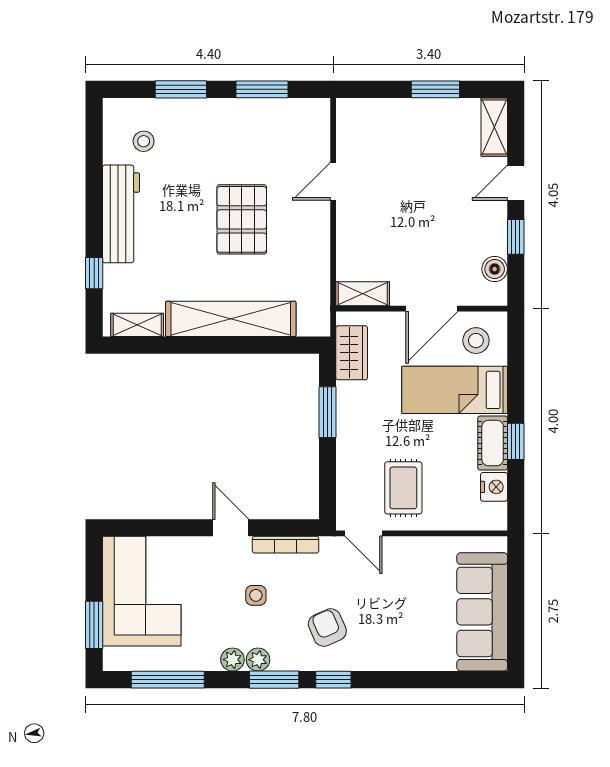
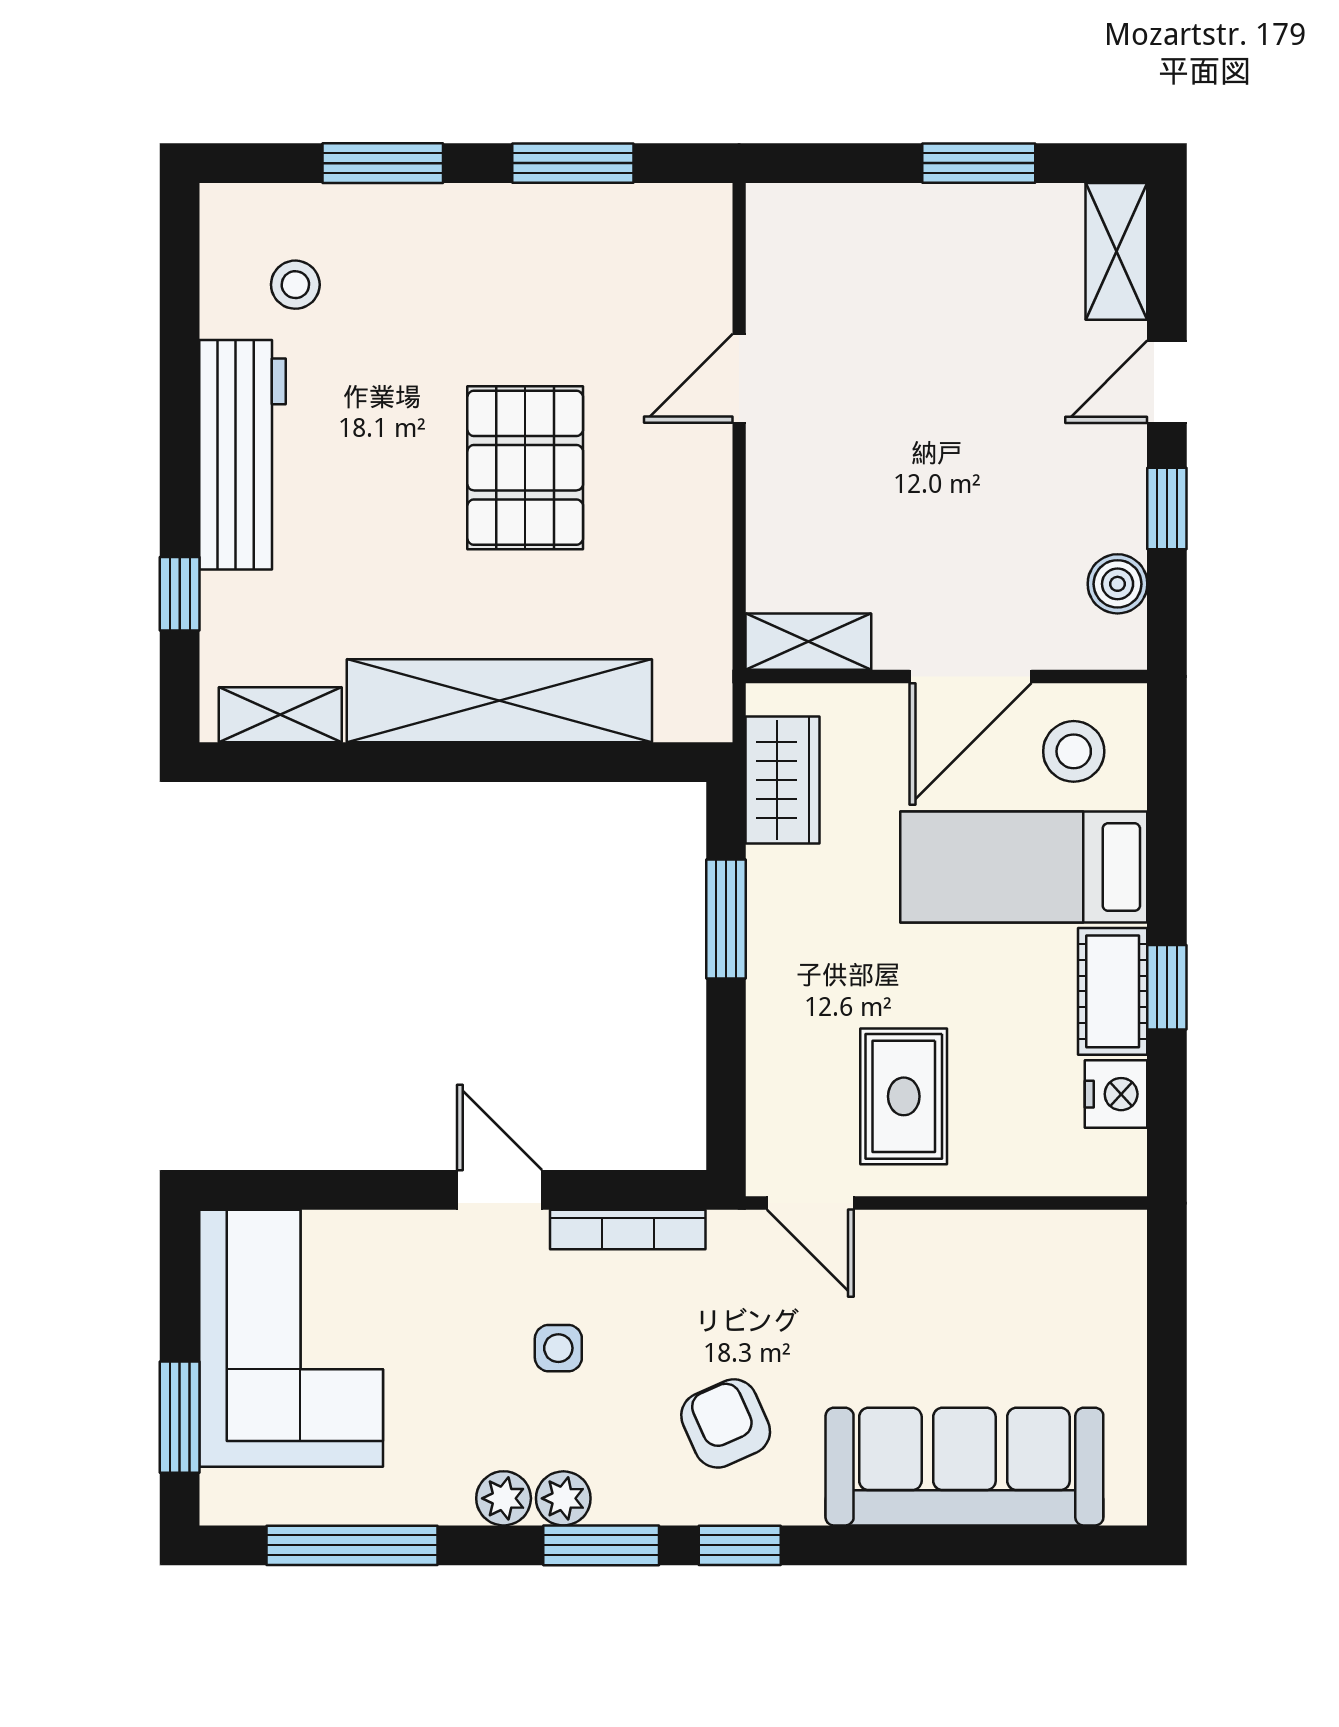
sofa: (482, 612) -> (964, 1467), moved, turned 90

